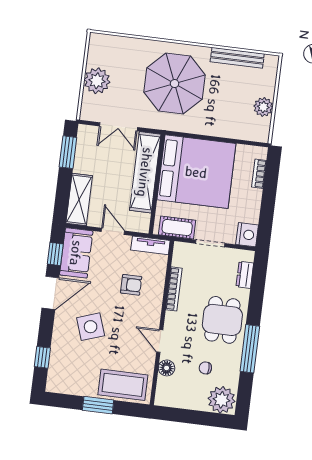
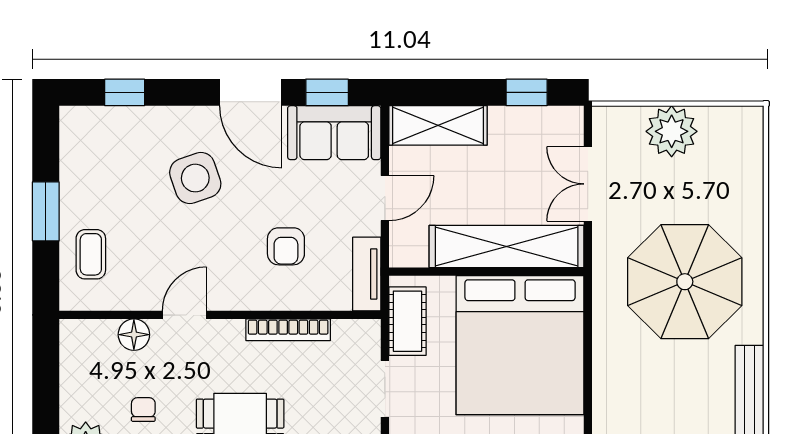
window: (68, 152) -> (527, 92), width x0.67
coffee table: (123, 385) -> (91, 254), width x0.54, depth x0.58

